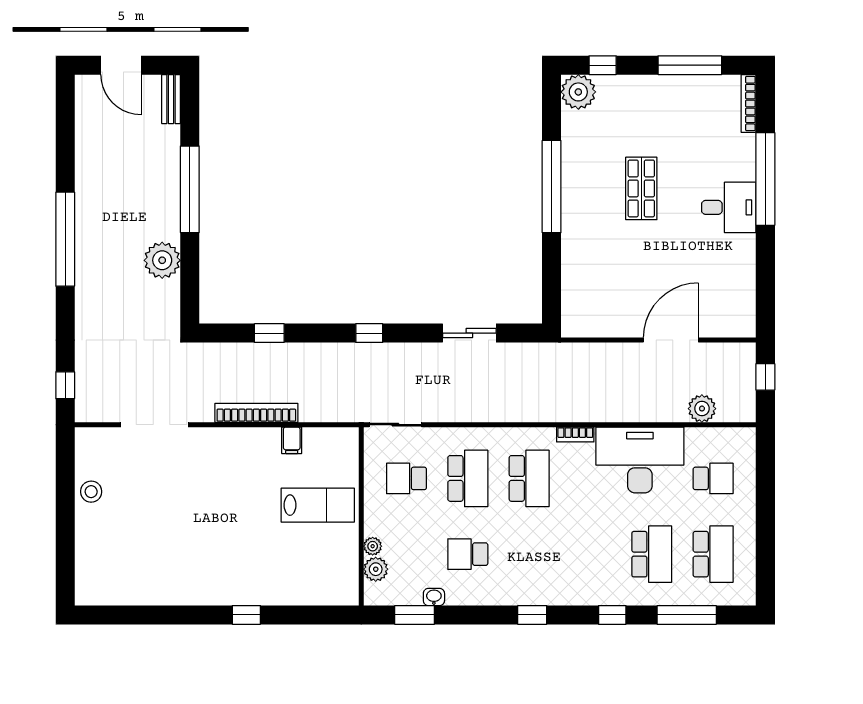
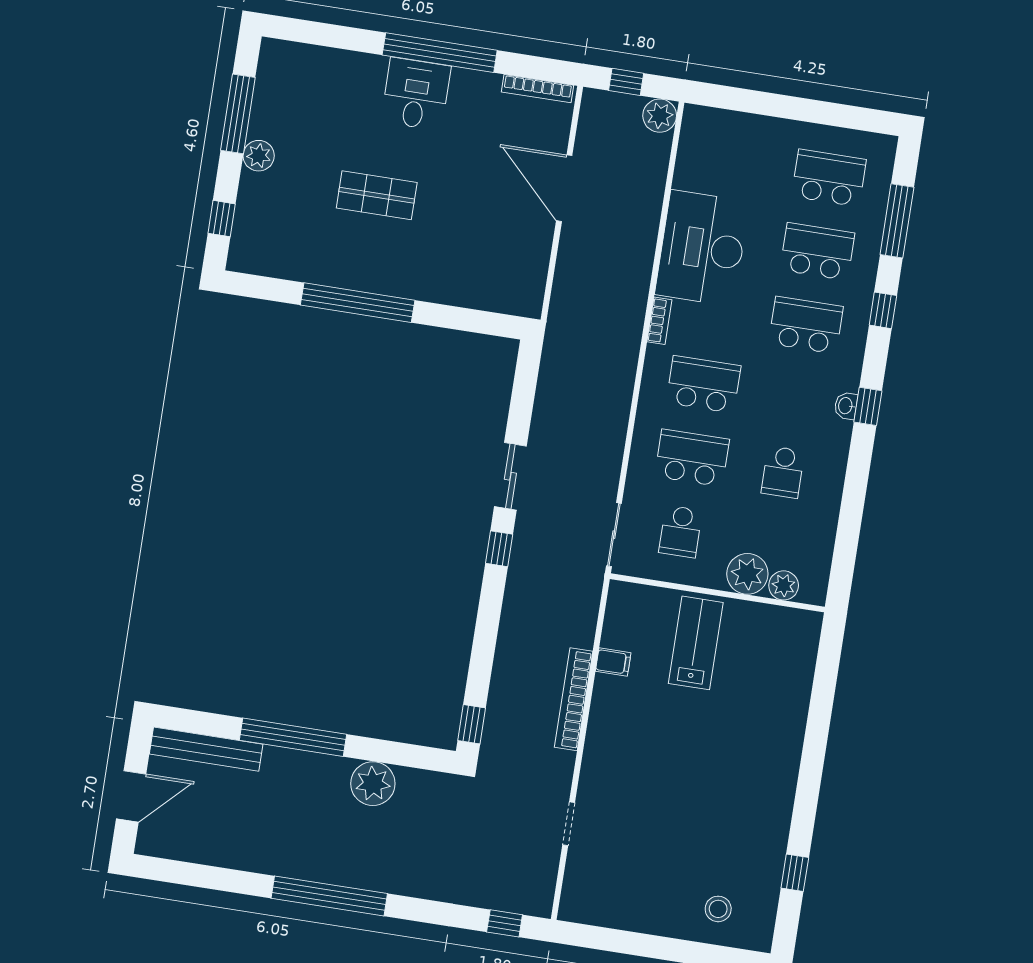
plant: (578, 92) -> (259, 156), moved, width x0.73, depth x0.73
bench: (171, 99) -> (206, 749), width x1.86, depth x1.21
bookcase: (749, 104) -> (538, 89), moved
window: (765, 179) -> (440, 53), moved
window: (269, 333) -> (472, 724), moved
sliding door: (469, 333) -> (510, 476), moved
plant: (702, 409) -> (660, 116), moved
doorway: (154, 425) -> (569, 824), width x0.53
school desk: (713, 478) -> (806, 325), moved, width x1.85
stool: (91, 492) -> (718, 909), moved
plant: (373, 546) -> (747, 574), width x1.88, depth x1.88
washbasin: (434, 597) -> (846, 406), moved
window: (246, 615) -> (795, 873), moved
window: (415, 615) -> (846, 547), removed

